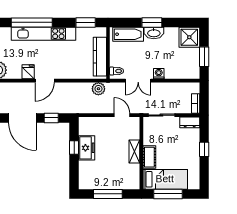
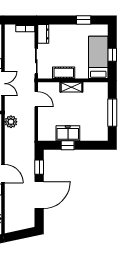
door: (122, 115) -> (36, 99), swing flipped
window: (204, 149) -> (84, 20), moved
cot: (149, 157) -> (64, 73), moved
window: (168, 194) -> (112, 55), width x0.46

